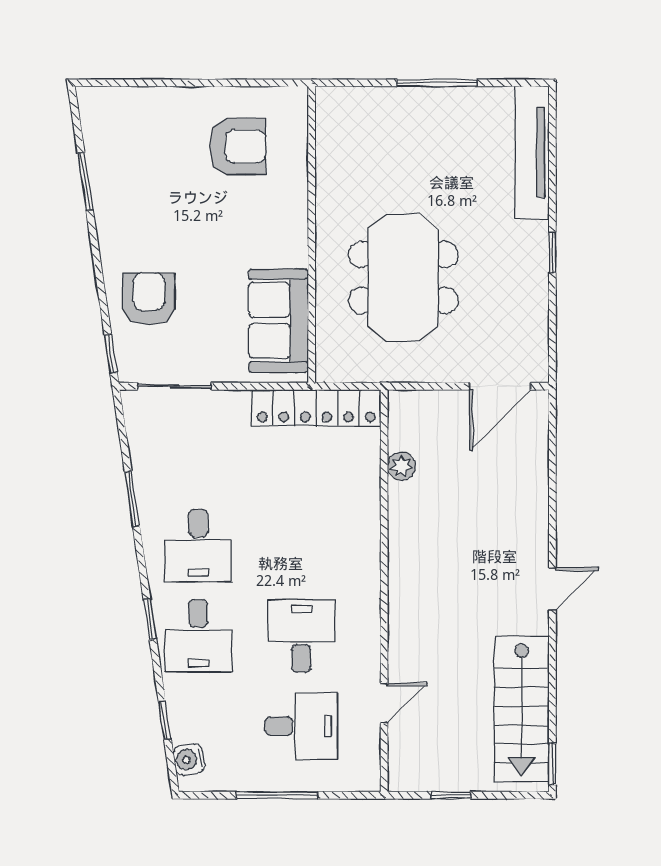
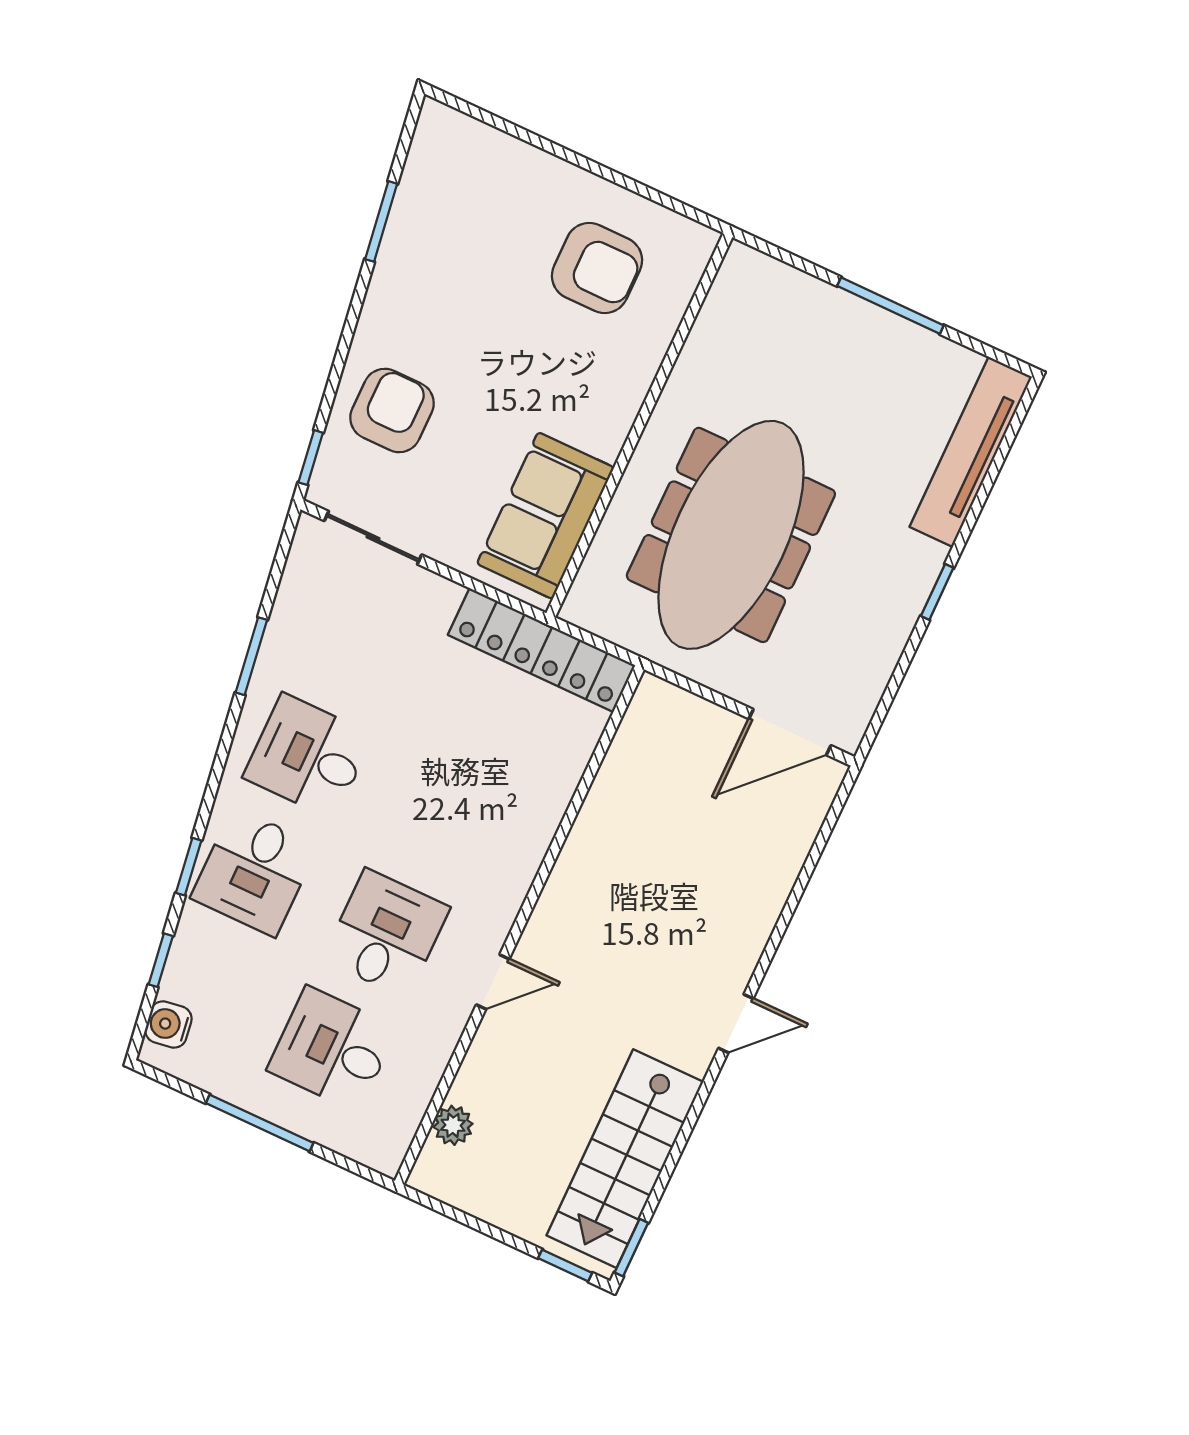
meeting table: (403, 277) -> (731, 535), width x1.36
plant: (401, 466) -> (453, 1125), moved
desk: (198, 546) -> (308, 756), turned 90
window: (150, 619) -> (189, 867), moved
door: (384, 703) -> (493, 982), moved
desk: (301, 726) -> (332, 1049), turned 180
window: (451, 795) -> (565, 1265), moved

